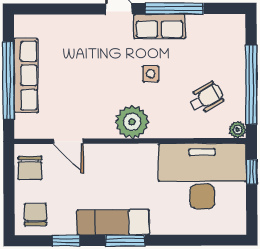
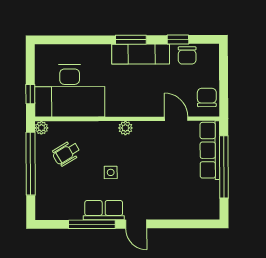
row of seats: (26, 76) -> (210, 150), moved
plant: (132, 122) -> (125, 128), width x0.53, depth x0.53
chair: (36, 215) -> (187, 55), moved

